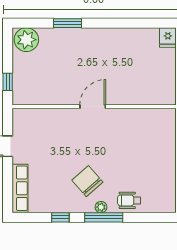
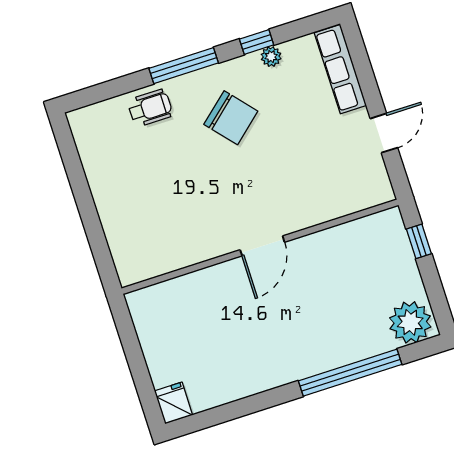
window: (67, 23) -> (350, 373), width x2.11
plant: (101, 207) -> (271, 57), moved

